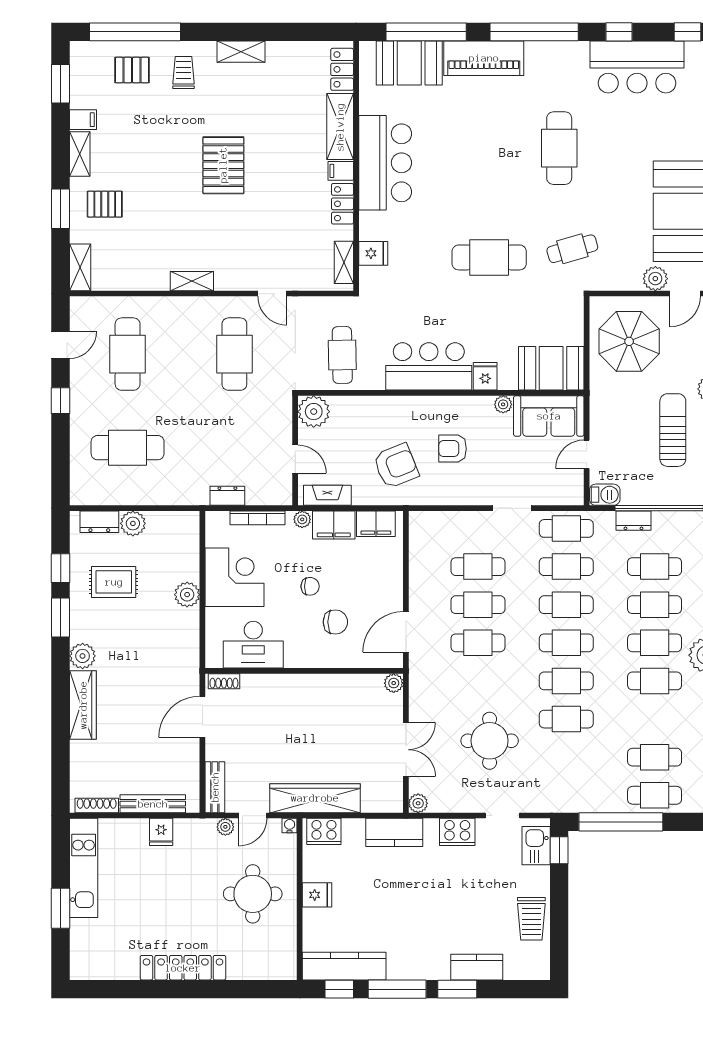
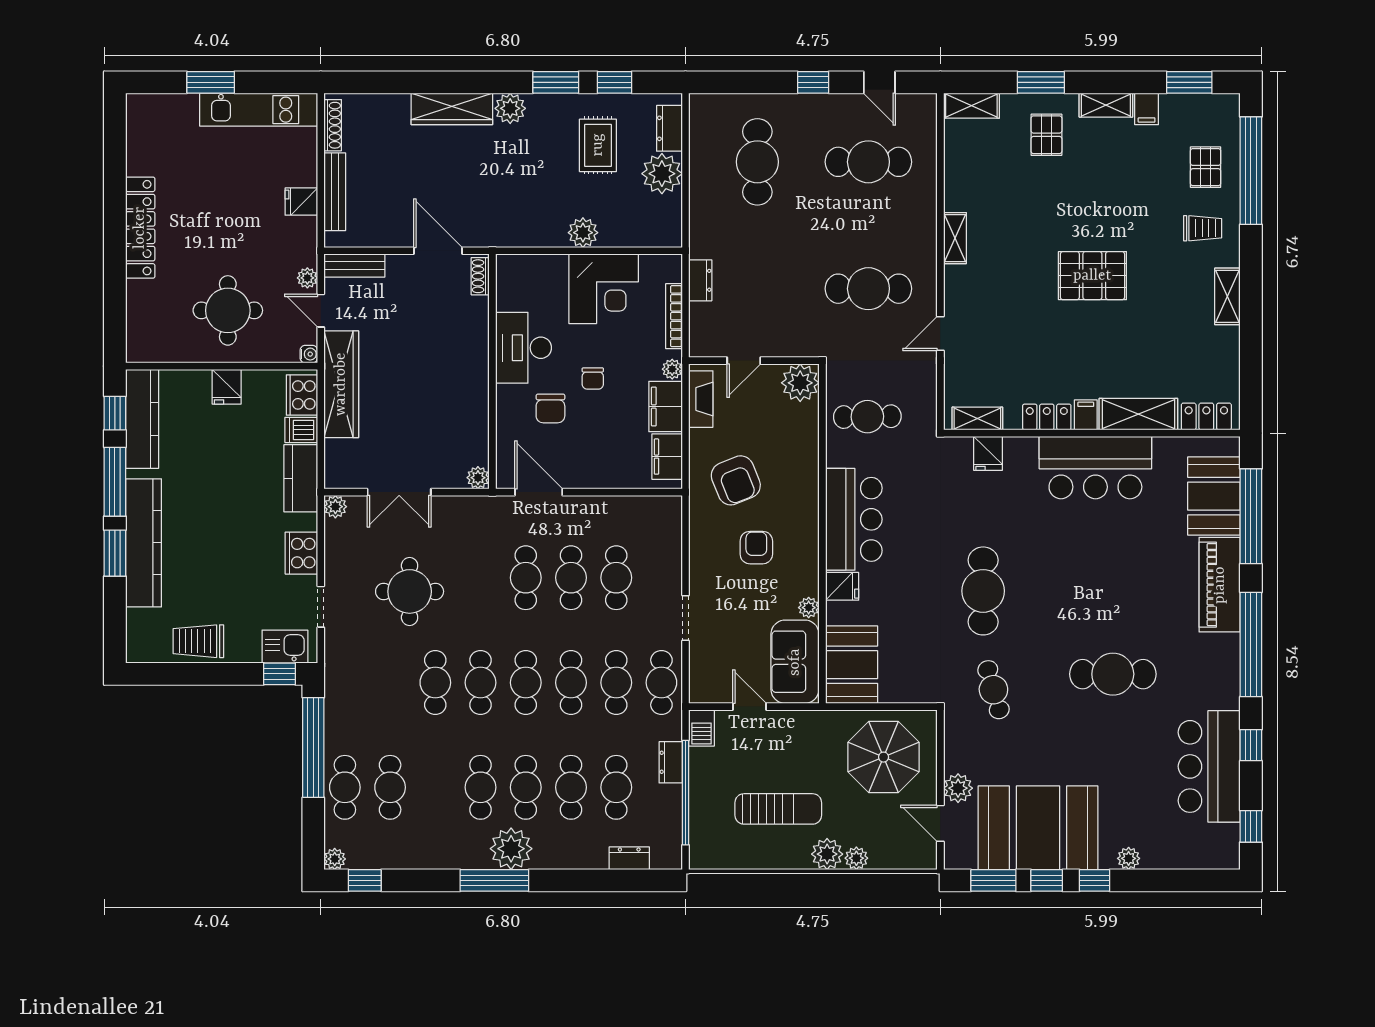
plant: (133, 523) -> (662, 174), width x1.36, depth x1.36
desk: (253, 645) -> (524, 348), moved
dishwasher: (353, 832) -> (301, 430), added
kitchen counter: (477, 967) -> (143, 543), width x2.08, depth x1.17

